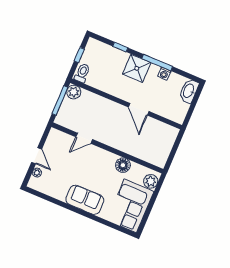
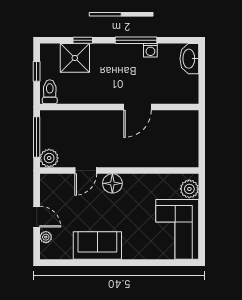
shower: (137, 68) -> (75, 58), moved
plant: (74, 92) -> (49, 158), moved
door: (139, 109) -> (137, 107), hinge flipped
floor lamp: (123, 165) -> (112, 183), moved
sofa: (85, 200) -> (97, 246), moved

